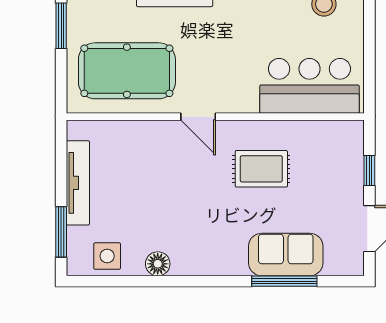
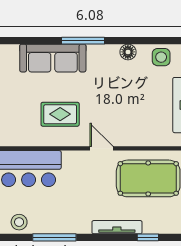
sofa: (286, 255) -> (53, 58), width x1.36
window: (284, 281) -> (83, 41), moved

